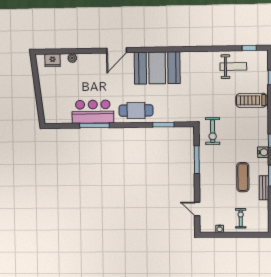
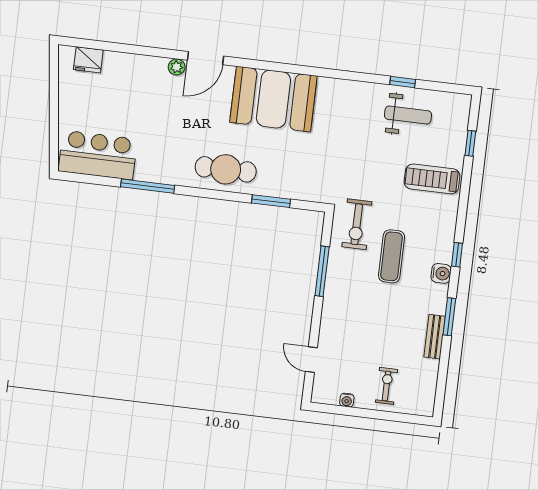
window: (249, 48) -> (403, 82), moved
plant: (72, 58) -> (177, 67), moved
bar counter: (93, 112) -> (98, 155), moved
exercise mat: (243, 177) -> (392, 256), moved

